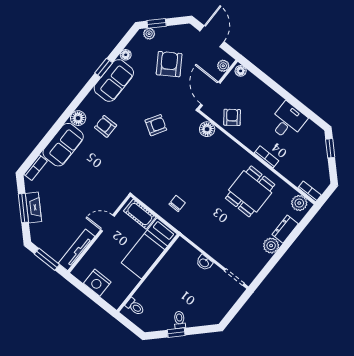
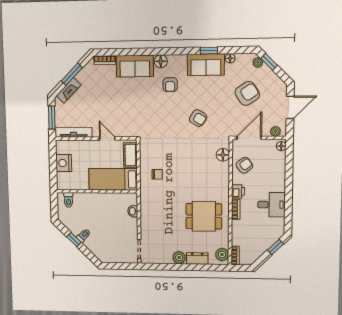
armchair: (106, 126) -> (170, 85), turned 180
printer: (252, 142) -> (238, 191), added
fireplace: (34, 208) -> (69, 90), moved
washbasin: (204, 263) -> (133, 211), moved

